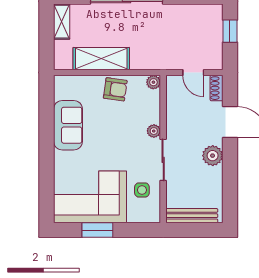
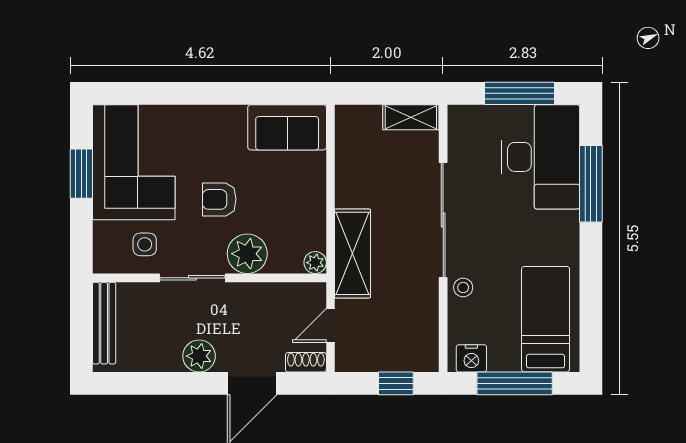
shelving: (101, 59) -> (353, 253), moved
armchair: (115, 89) -> (219, 199), moved, turned 82
sofa: (68, 125) -> (287, 127), moved
plant: (154, 131) -> (247, 254), width x1.87, depth x1.87

